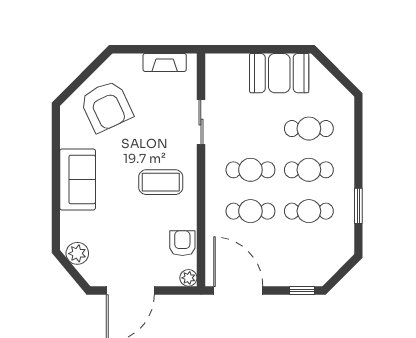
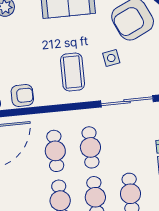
sliding door: (201, 122) -> (127, 101), width x1.37
side table: (149, 135) -> (111, 58), added

